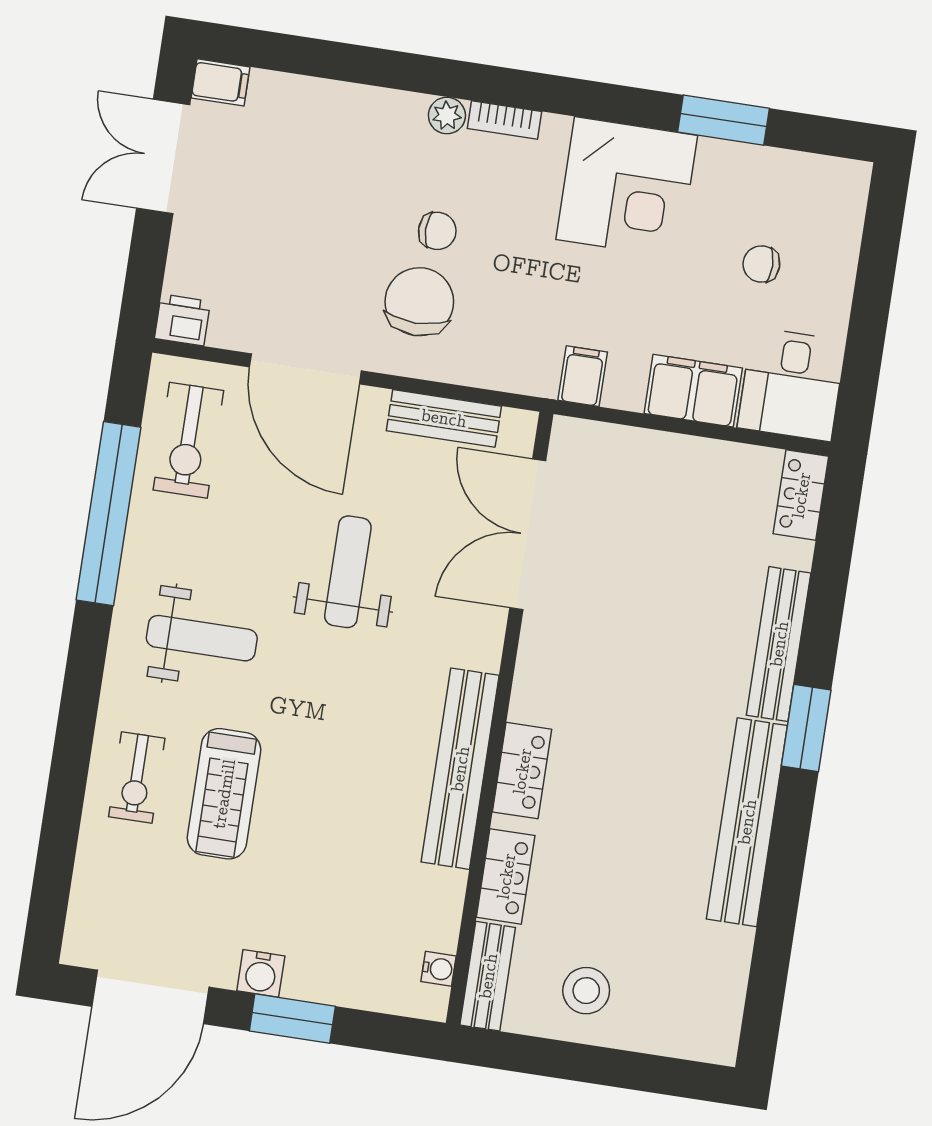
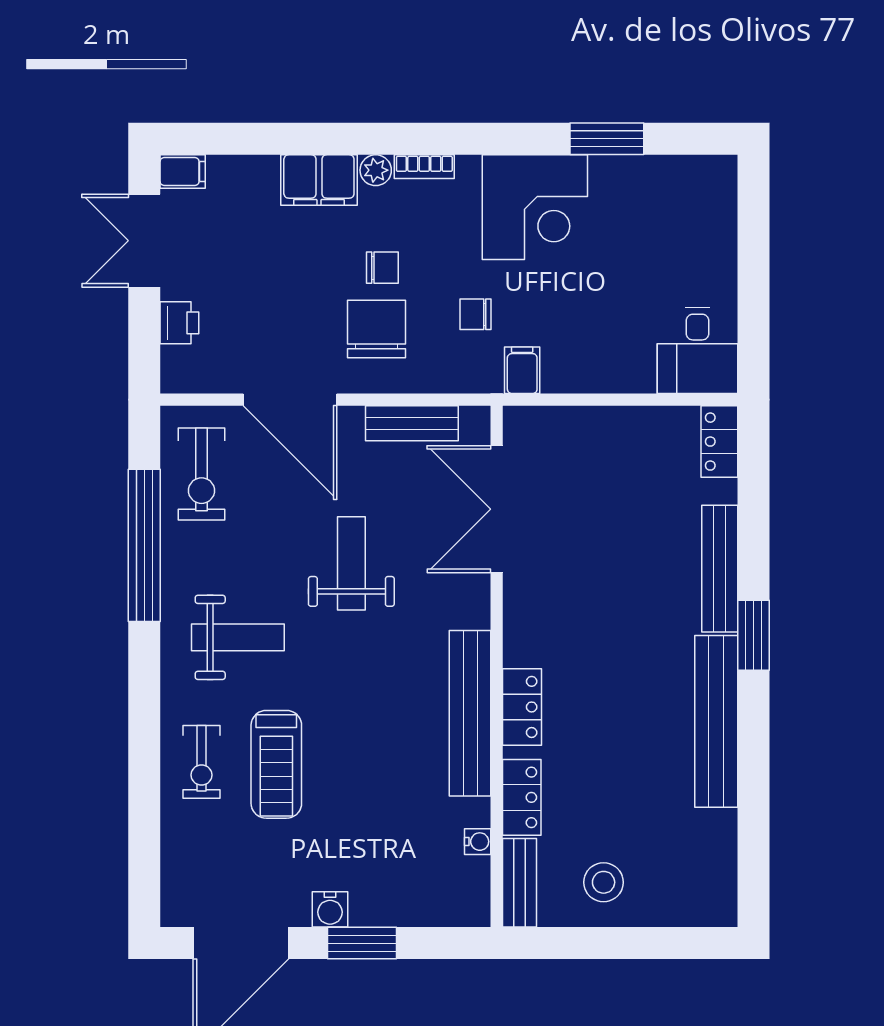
chair: (761, 264) -> (476, 314), moved
printer: (182, 320) -> (179, 323), moved, turned 90
filing cabinet: (693, 391) -> (319, 180), moved, turned 180
water cooler: (439, 969) -> (478, 842), moved

